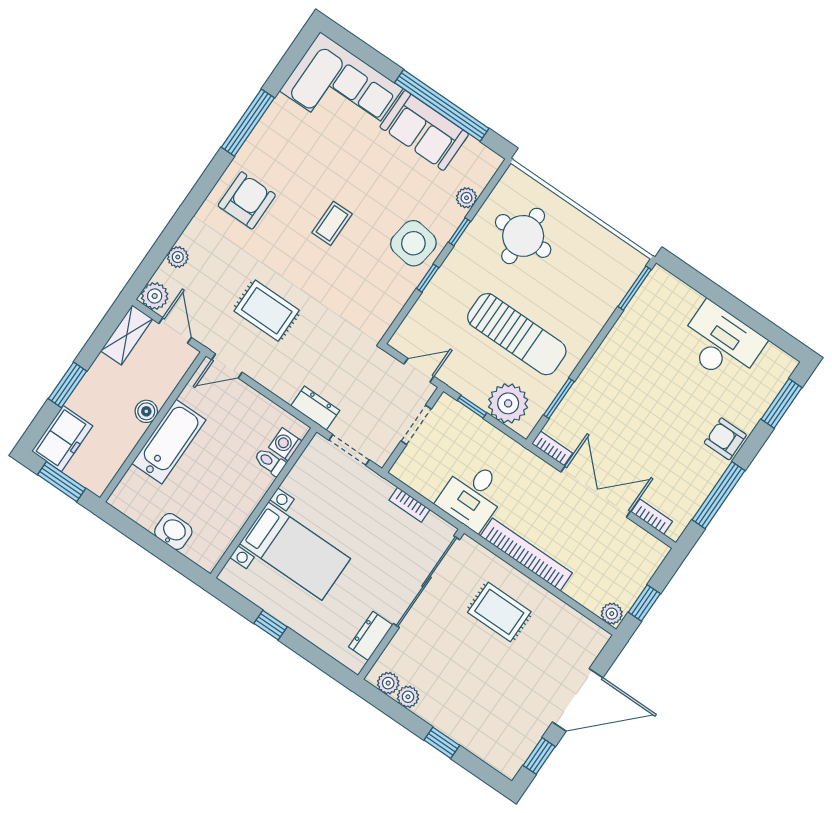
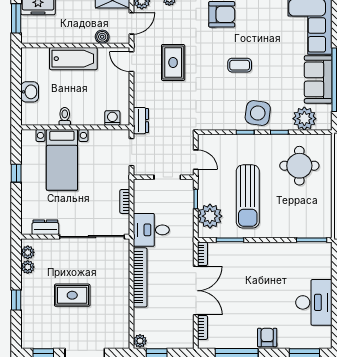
plant: (466, 198) -> (304, 119), width x1.88, depth x1.88
boiler: (146, 411) -> (102, 37), moved
toilet: (270, 462) -> (65, 116), moved
rug: (499, 612) -> (72, 295), moved, turned 90

